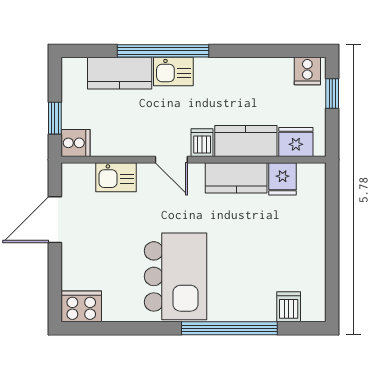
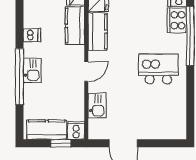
kitchen counter: (120, 73) -> (47, 130), moved, turned -90
dishwasher: (202, 143) -> (32, 35), moved, turned 180
kitchen island: (176, 276) -> (158, 69), width x0.73, depth x0.78
cooker: (81, 306) -> (177, 20), moved

